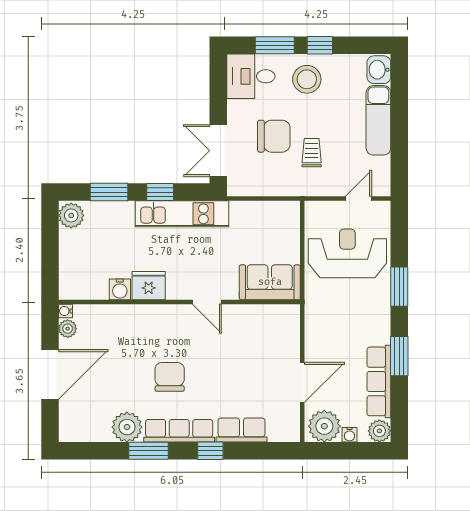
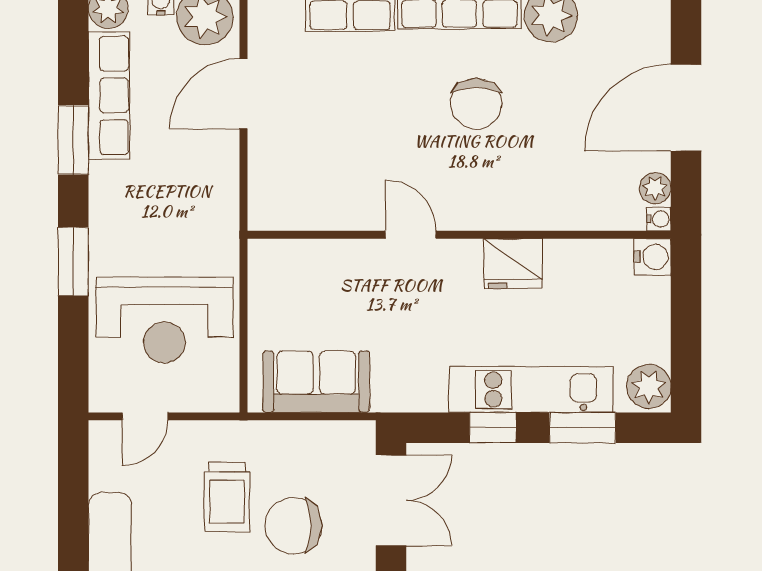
trolley: (312, 153) -> (227, 497), width x1.36, depth x1.39
kitchen unit: (182, 214) -> (531, 389), moved
sofa: (270, 282) -> (316, 382), moved, turned 180
water cooler: (120, 289) -> (652, 257), moved, turned 90

